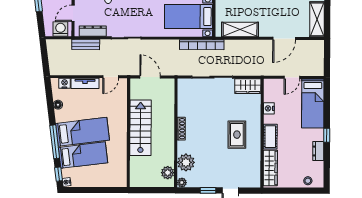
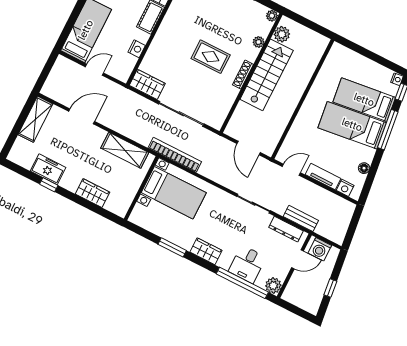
stairs: (140, 128) -> (267, 75), moved, turned 180
rug: (237, 135) -> (211, 57), moved, turned 90
plant: (186, 162) -> (259, 42), width x0.53, depth x0.53

